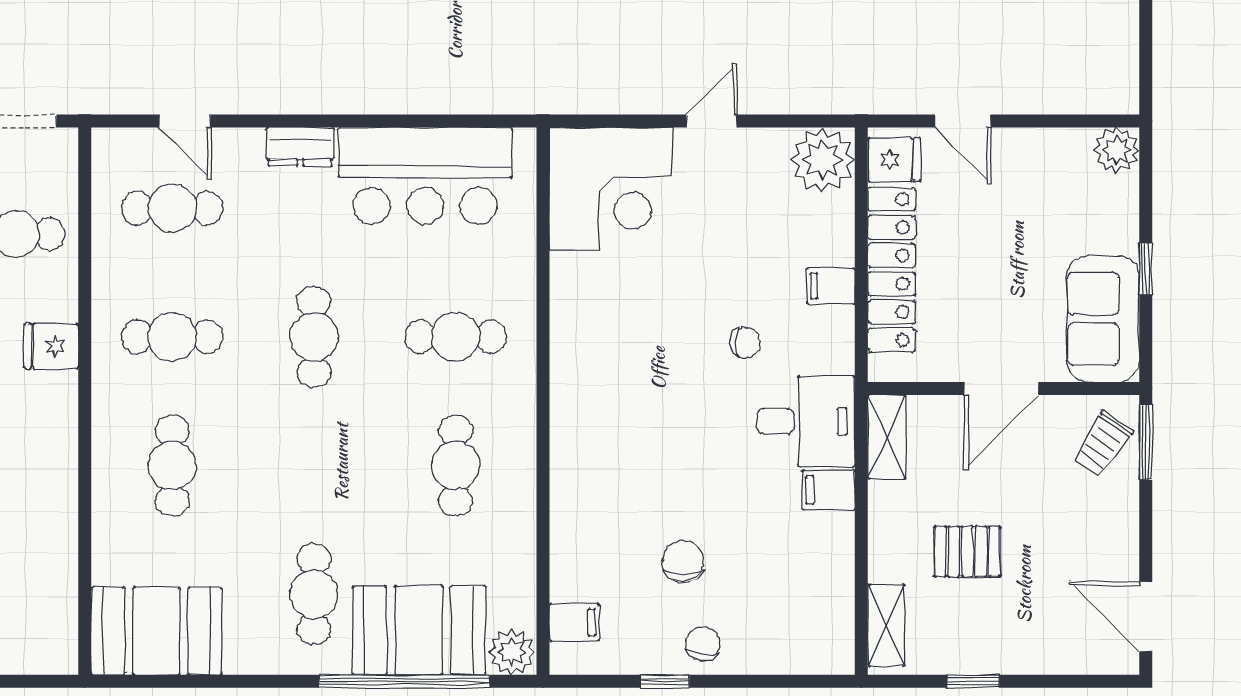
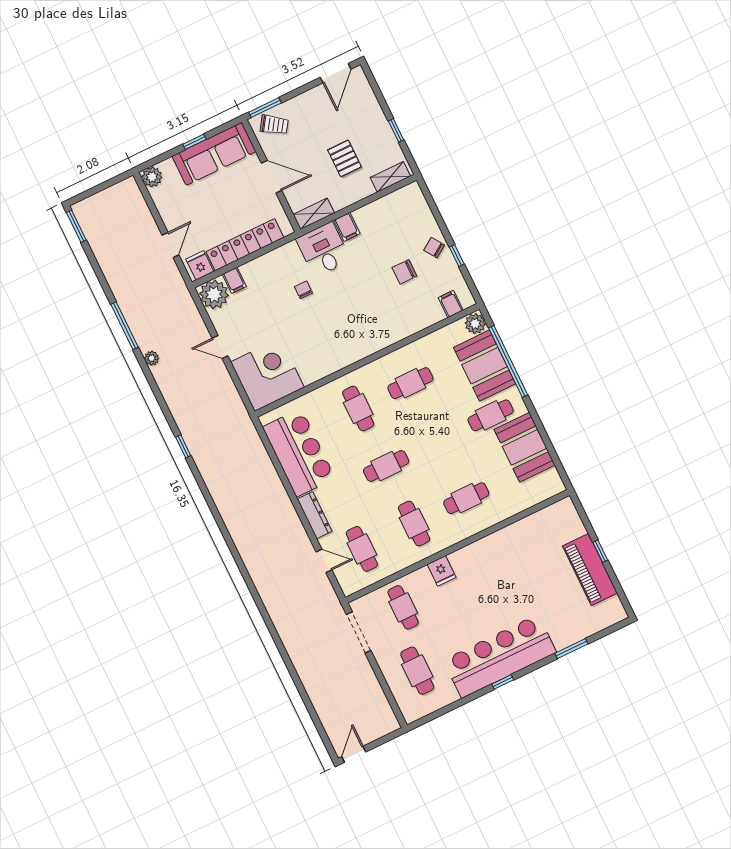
door: (185, 121) -> (324, 561), hinge flipped
dresser: (300, 147) -> (315, 515), width x1.44
filing cabinet: (831, 286) -> (234, 280), moved
sofa: (1103, 319) -> (214, 154), width x1.36
booth: (156, 631) -> (525, 447), moved
chair: (703, 644) -> (434, 248), turned 48

